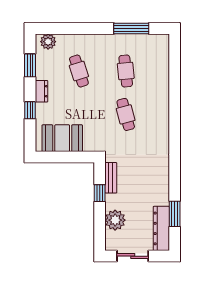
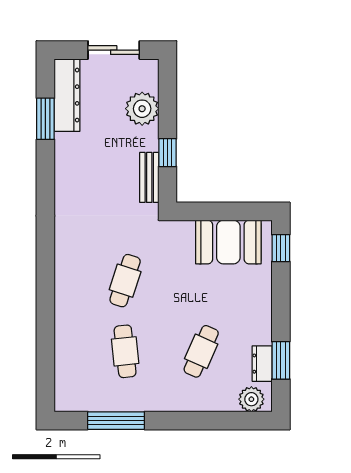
cafe table: (79, 71) -> (201, 351), turned 42
dresser: (41, 91) -> (262, 364), moved
window: (30, 110) -> (281, 248), moved
cafe table: (126, 114) -> (125, 281), turned 33

